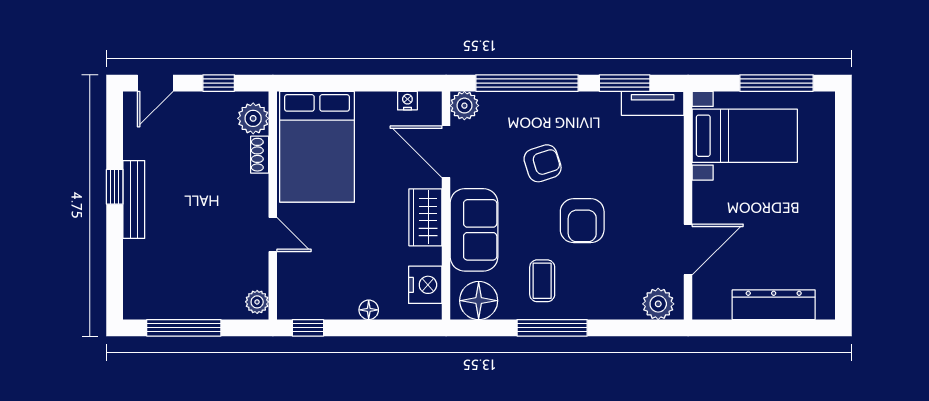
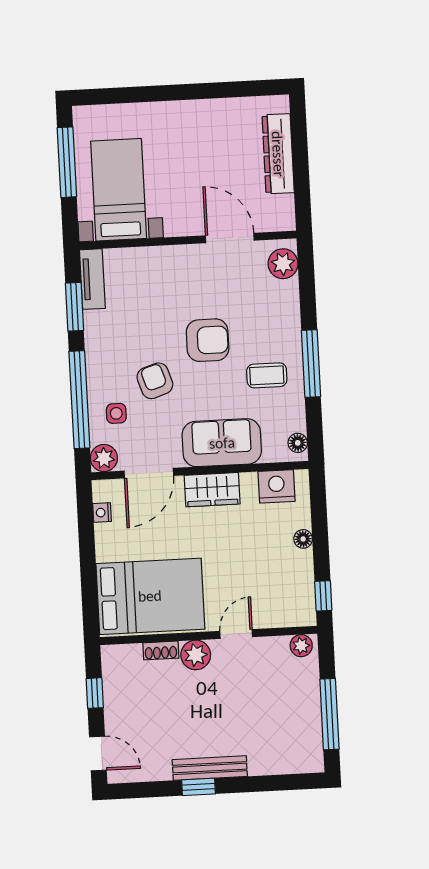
plant: (253, 118) -> (196, 655), moved
side table: (511, 121) -> (116, 413), added
floor lamp: (479, 301) -> (298, 443), width x0.53, depth x0.53

